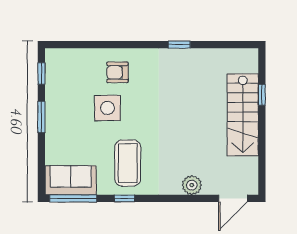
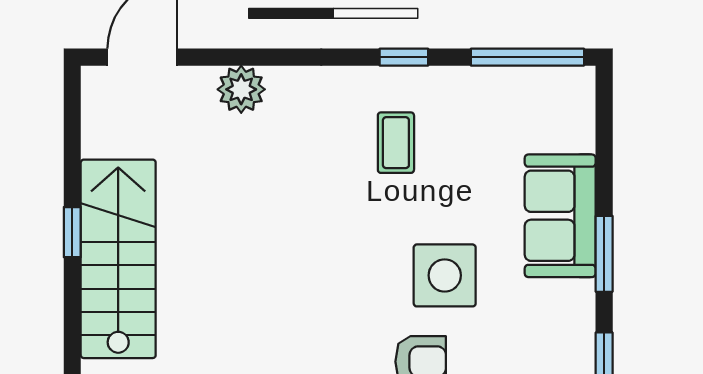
window: (262, 95) -> (72, 232), moved
coffee table: (128, 163) -> (396, 143), width x0.54, depth x0.58
sofa: (71, 180) -> (560, 216), moved, turned 90

